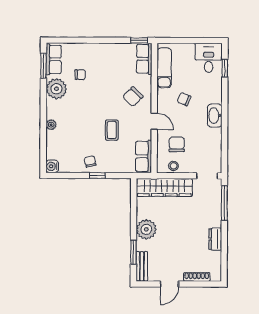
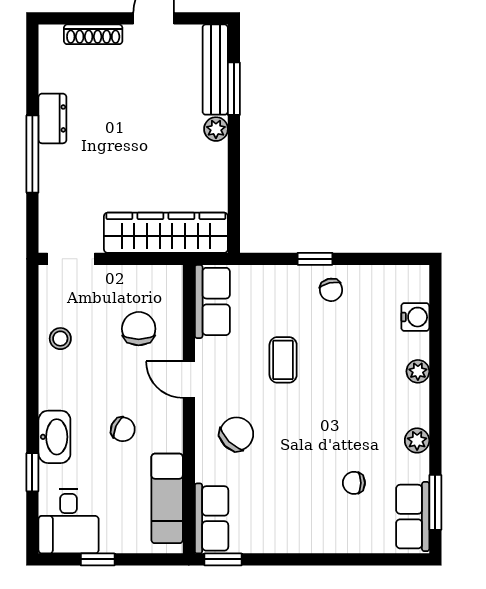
window: (196, 41) -> (98, 559), added
window: (225, 68) -> (32, 472), moved
plant: (56, 89) -> (417, 440), width x0.53, depth x0.53
washbasin: (215, 116) -> (54, 437), moved
chair: (177, 144) -> (139, 329), turned 180
water cooler: (52, 166) -> (415, 317), moved
stool: (174, 166) -> (60, 339), moved
window: (224, 203) -> (32, 154), moved
plant: (146, 229) -> (216, 129), width x0.53, depth x0.53
bench: (142, 266) -> (215, 70), width x1.36

